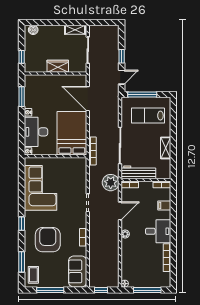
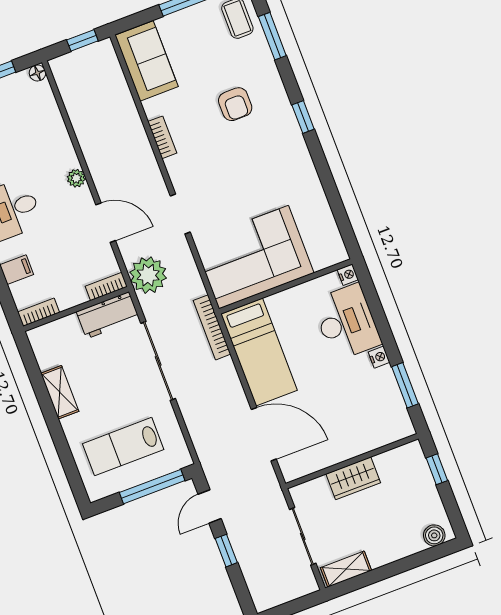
lab bench: (148, 116) -> (123, 447), turned 180
bed: (72, 133) -> (259, 352), width x0.67
workbench: (138, 172) -> (108, 315), width x0.73
corner sofa: (40, 188) -> (254, 257), moved, turned 90
door: (120, 211) -> (106, 223), swing flipped
armchair: (48, 240) -> (235, 104), width x0.53, depth x0.53

